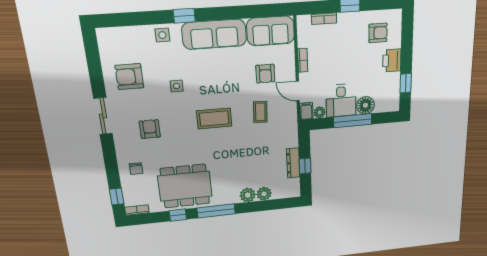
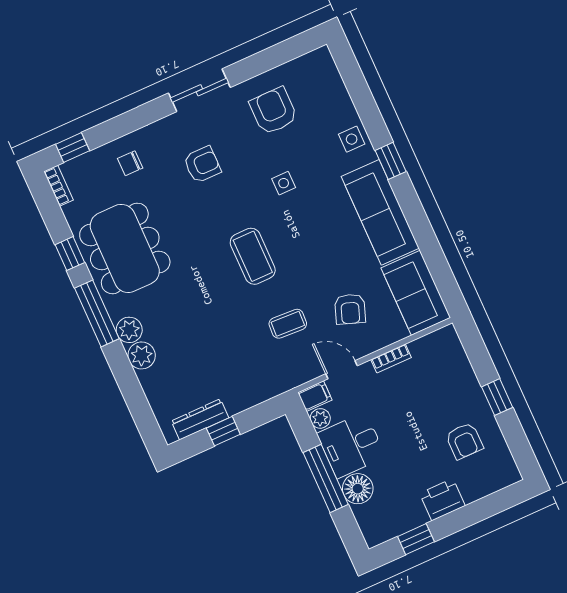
bookcase: (324, 19) -> (464, 366), removed
armchair: (378, 33) -> (464, 441), moved
armchair: (265, 74) -> (350, 309), turned -70
door: (298, 91) -> (342, 370), hinge flipped
dresser: (293, 163) -> (200, 419), moved
plant: (264, 194) -> (129, 330), moved

